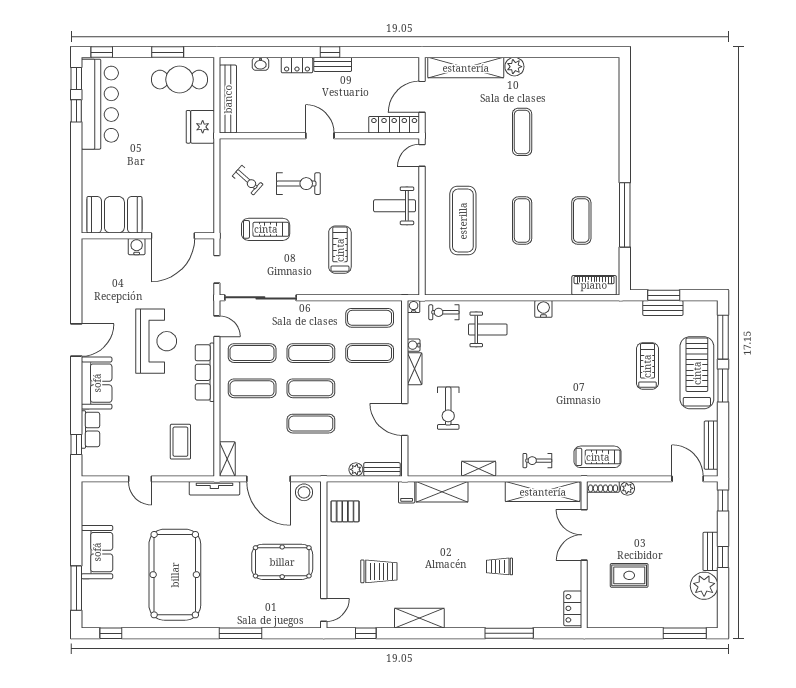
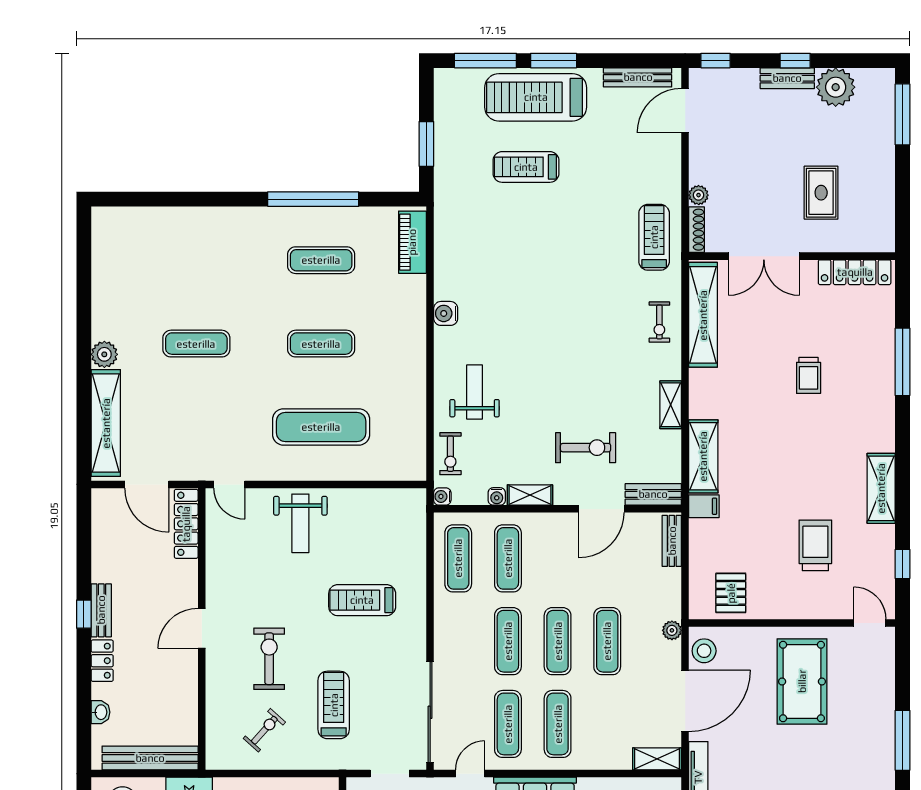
bench: (663, 308) -> (653, 494), moved, turned 90
plant: (356, 469) -> (672, 630), moved
locker: (573, 608) -> (855, 272), width x1.53

